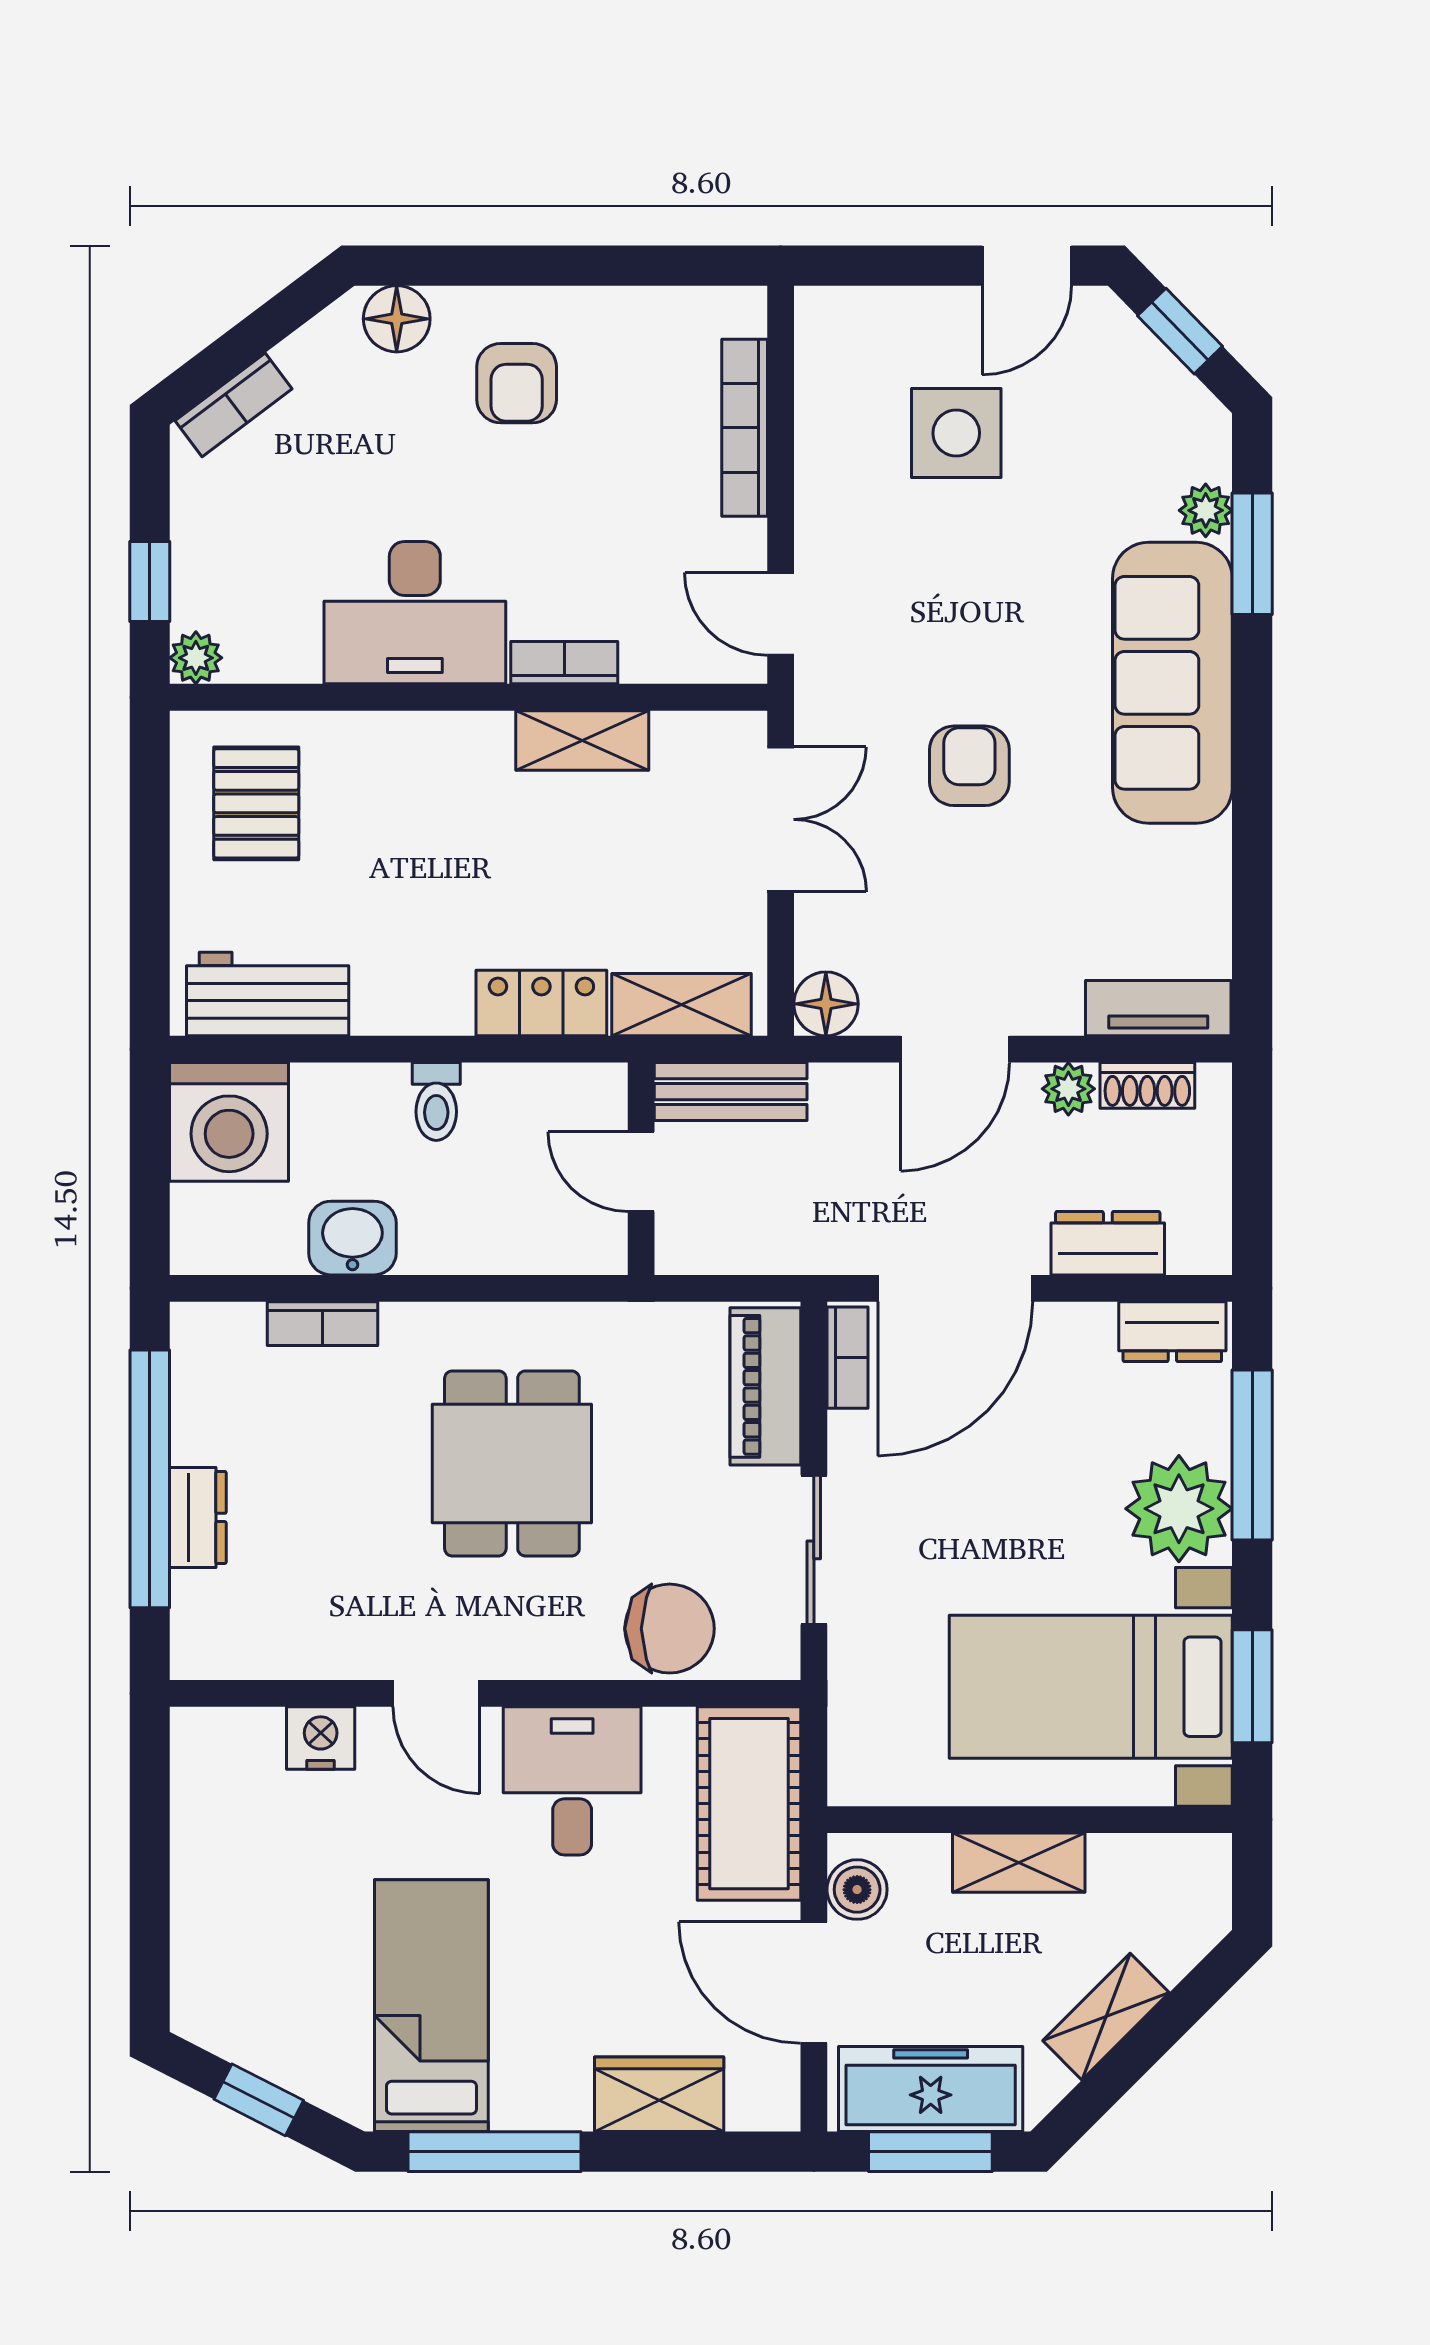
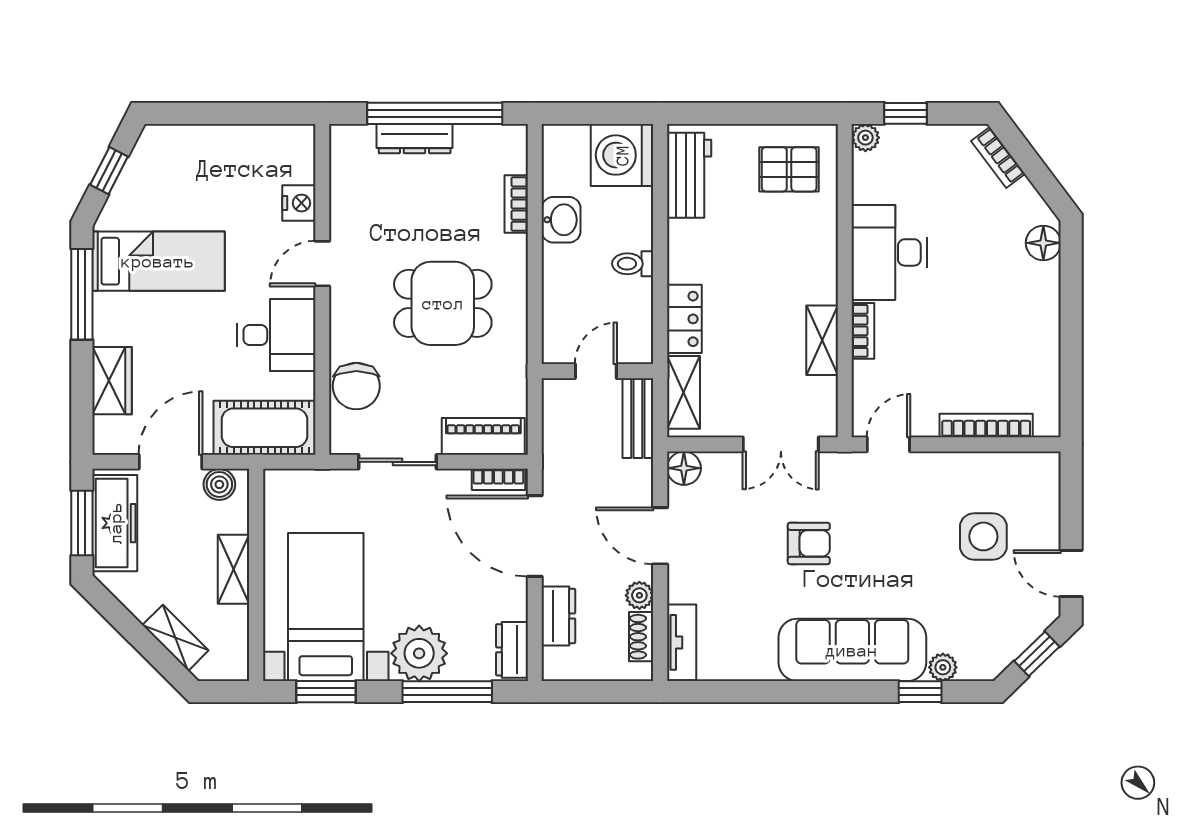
armchair: (517, 383) -> (1010, 306), removed
window: (1252, 554) -> (920, 692), width x0.67
dresser: (198, 1517) -> (415, 139), width x1.44
shelving: (1106, 2017) -> (175, 638), moved

